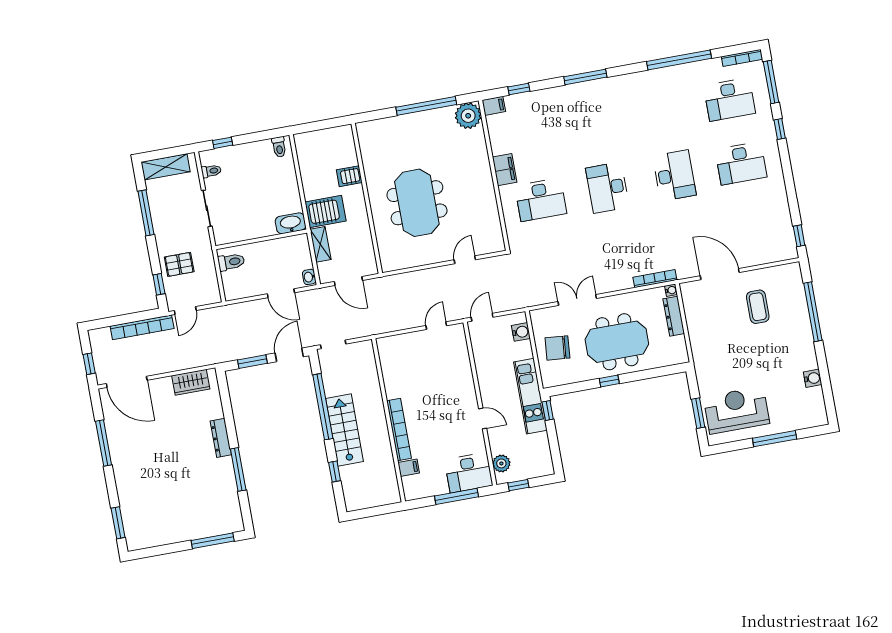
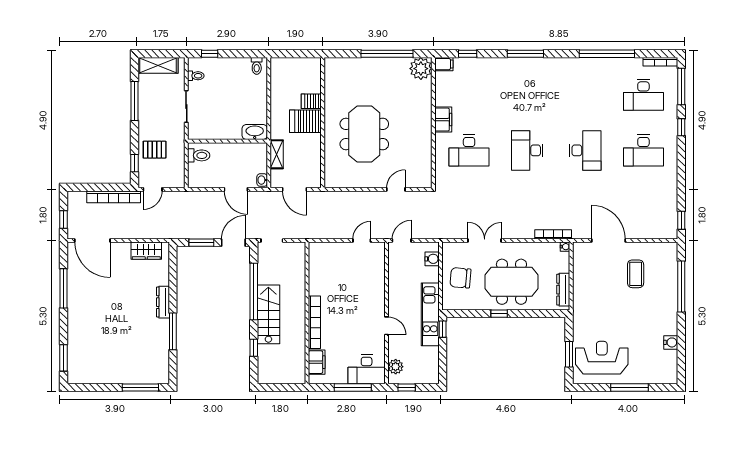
server rack: (326, 211) -> (305, 121), moved, turned 180
dresser: (674, 316) -> (563, 290), moved
filing cabinet: (409, 468) -> (317, 362), width x2.00

